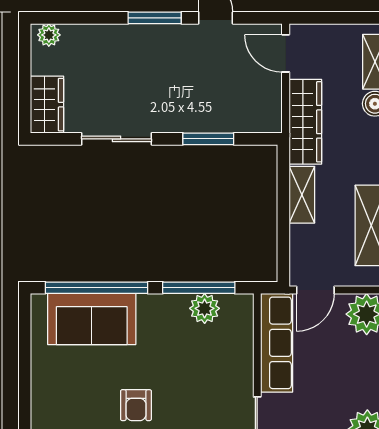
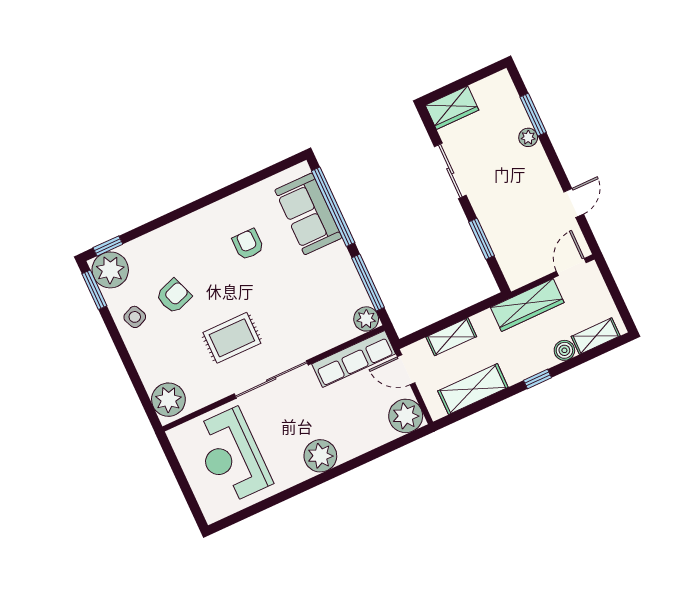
window: (155, 18) -> (533, 115), moved
plant: (49, 35) -> (528, 137), moved
shelving: (302, 195) -> (451, 337), moved
plant: (205, 308) -> (366, 319), moved
armchair: (136, 405) -> (248, 244), moved, turned 90

